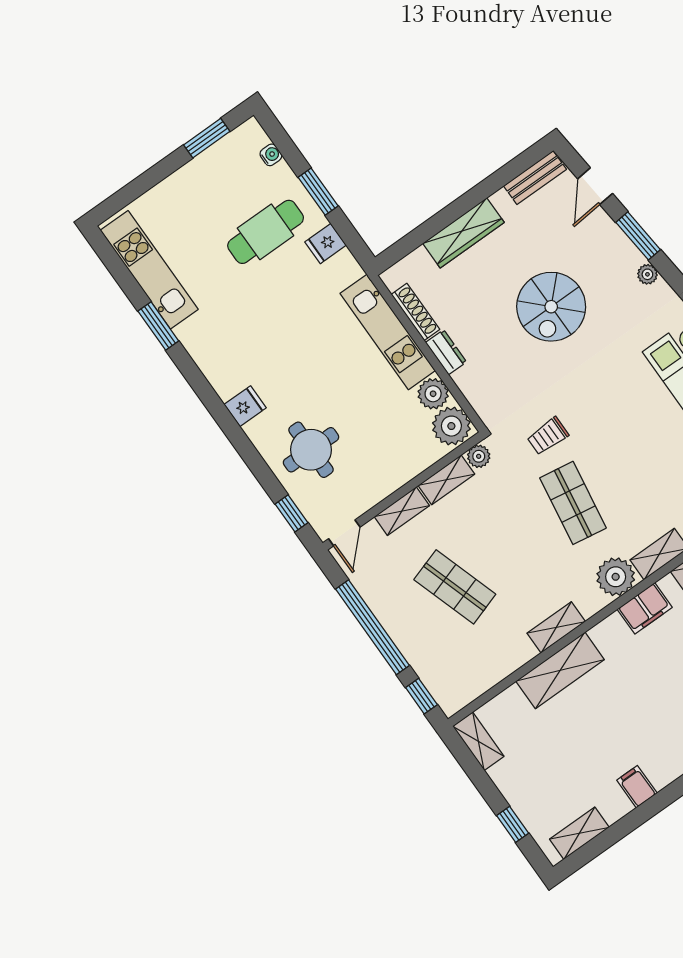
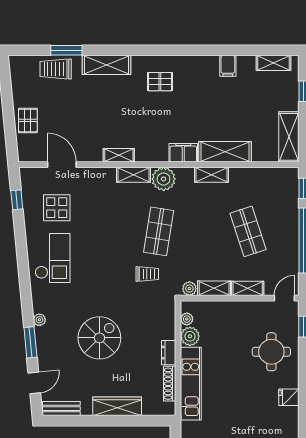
plant: (451, 426) -> (187, 319), width x0.53, depth x0.53
filing cabinet: (645, 608) -> (183, 153), moved
shelving: (478, 741) -> (289, 137), width x1.50, depth x1.33

